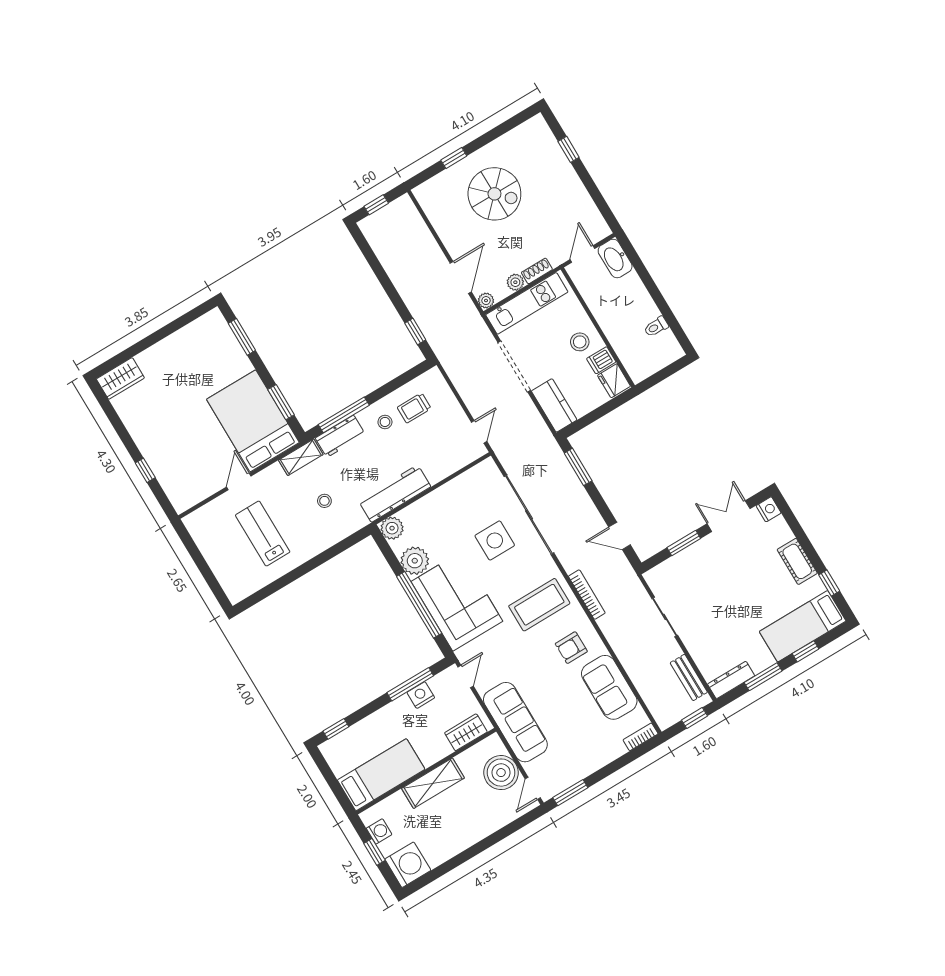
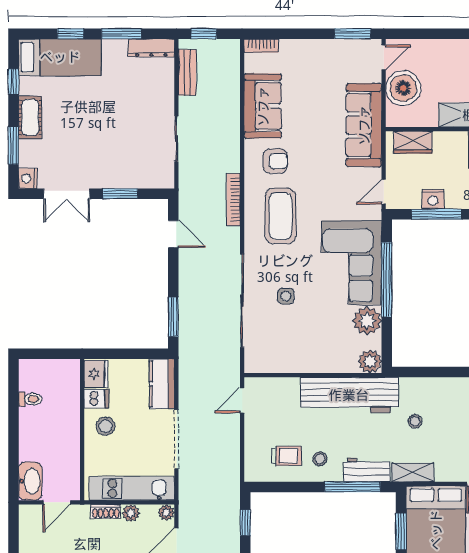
workbench: (395, 494) -> (349, 395), width x1.36, depth x1.32
window: (797, 530) -> (13, 145), added
side table: (495, 540) -> (286, 296), width x0.54, depth x0.54
coffee table: (539, 605) -> (281, 216), turned 90

